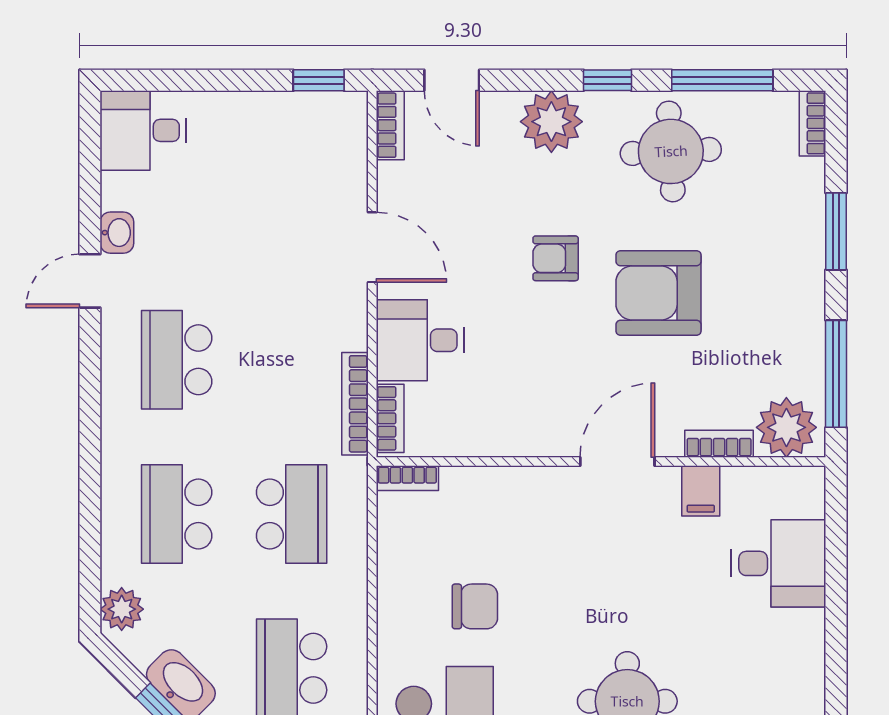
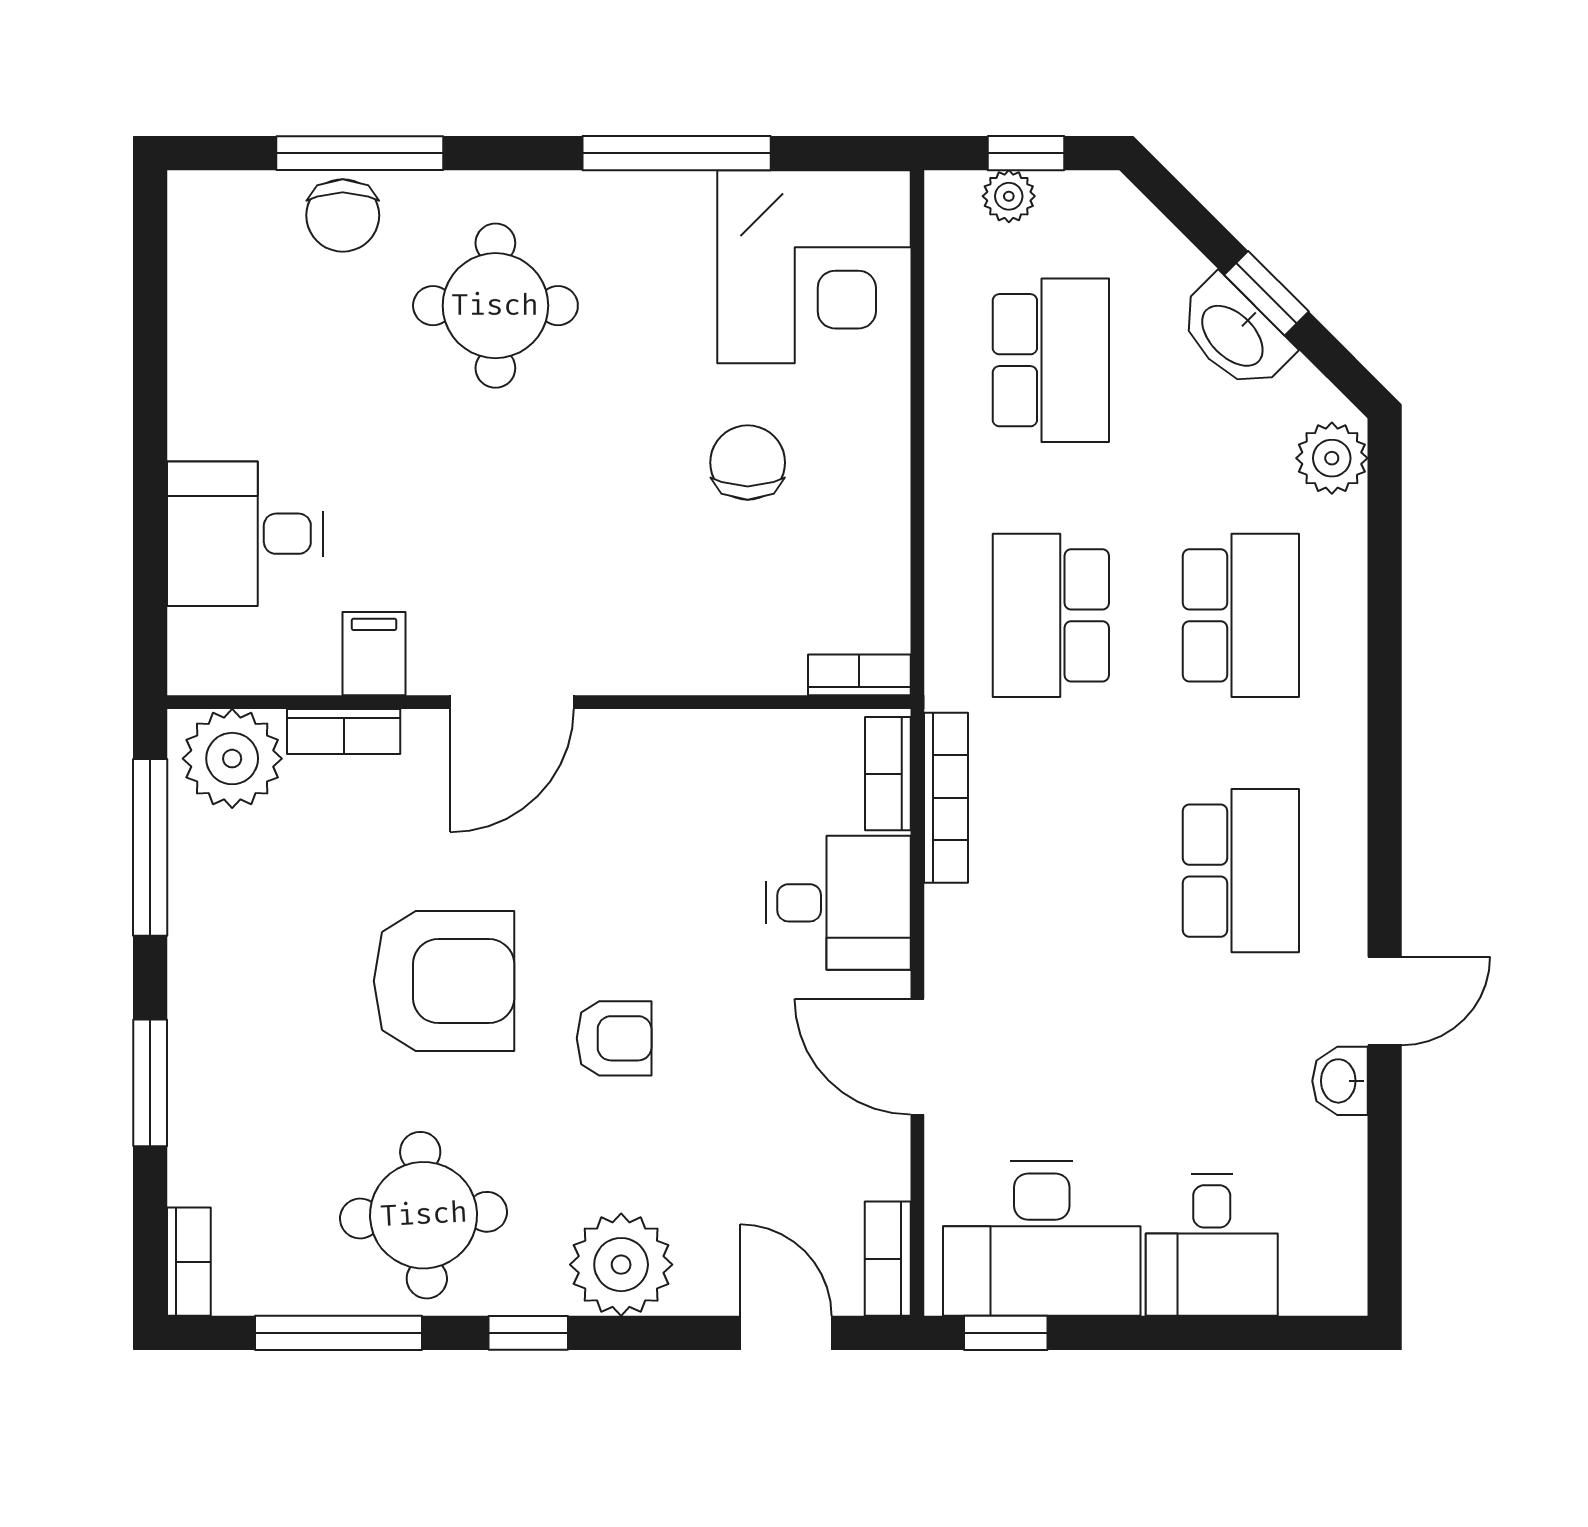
desk: (143, 130) -> (1212, 1245), moved, turned 90
desk: (297, 137) -> (1042, 1238), added
chair: (475, 606) -> (748, 463), turned 90

